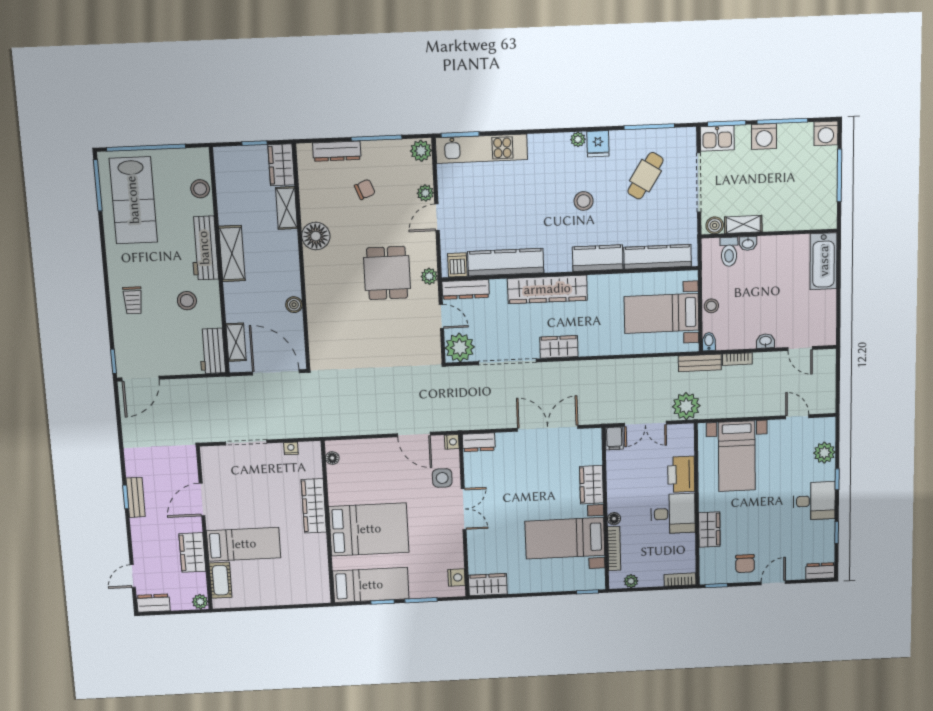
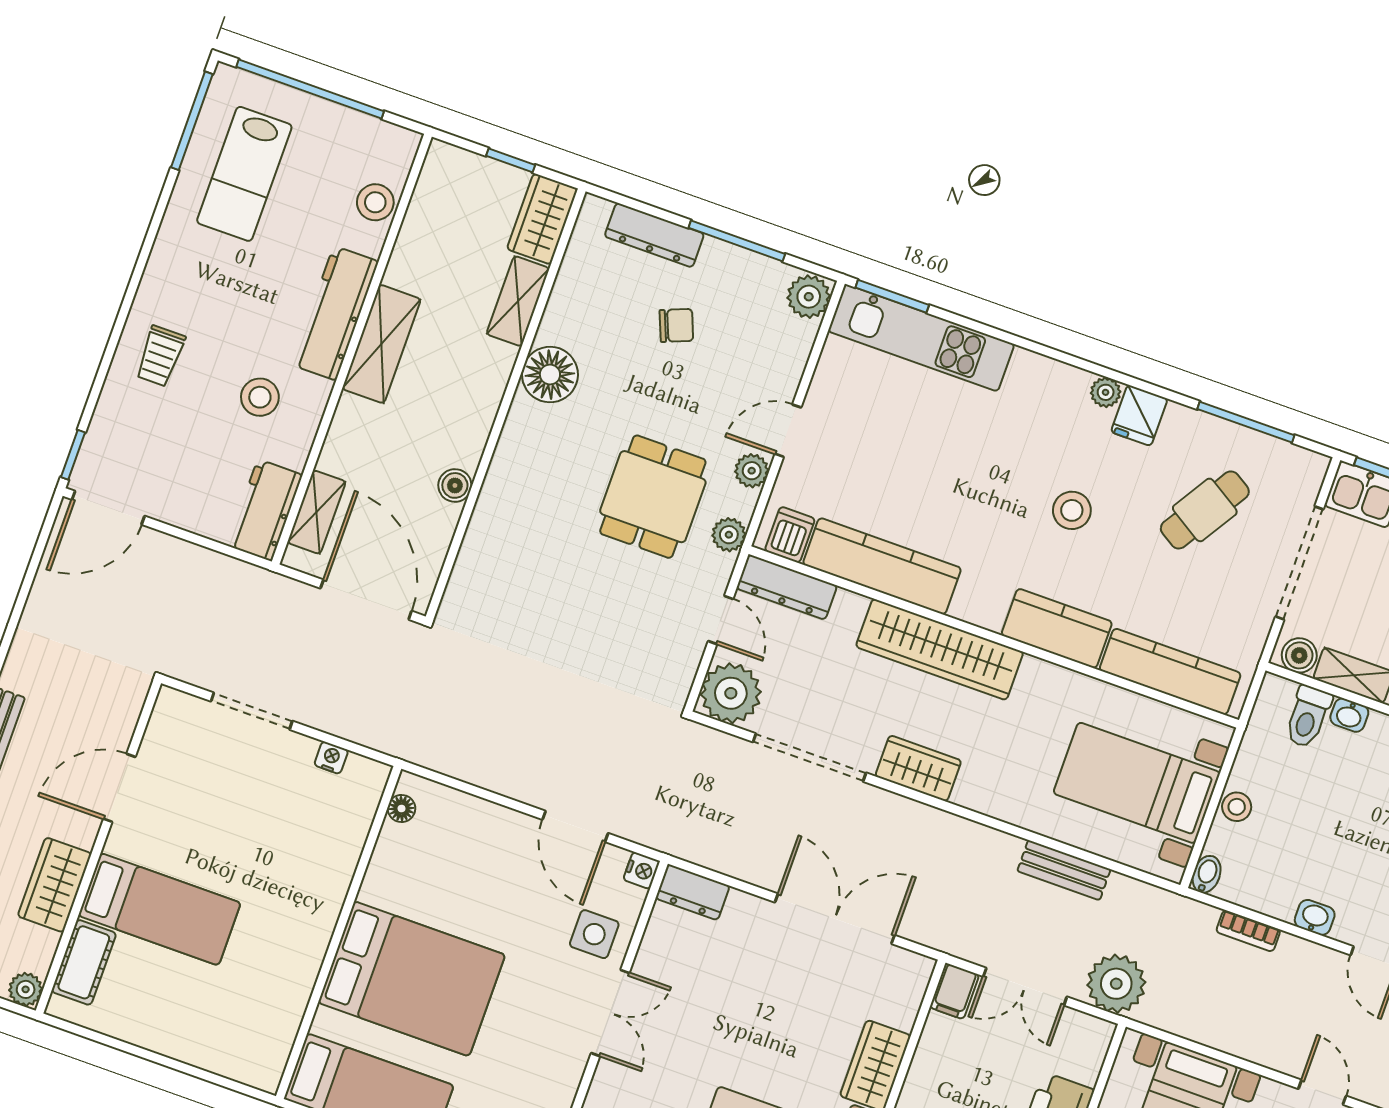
plant: (425, 193) -> (752, 471), moved
lab bench: (133, 200) -> (244, 174), width x0.73, depth x0.72
bench: (700, 363) -> (1064, 870), moved
wardrobe: (314, 506) -> (326, 888), removed

